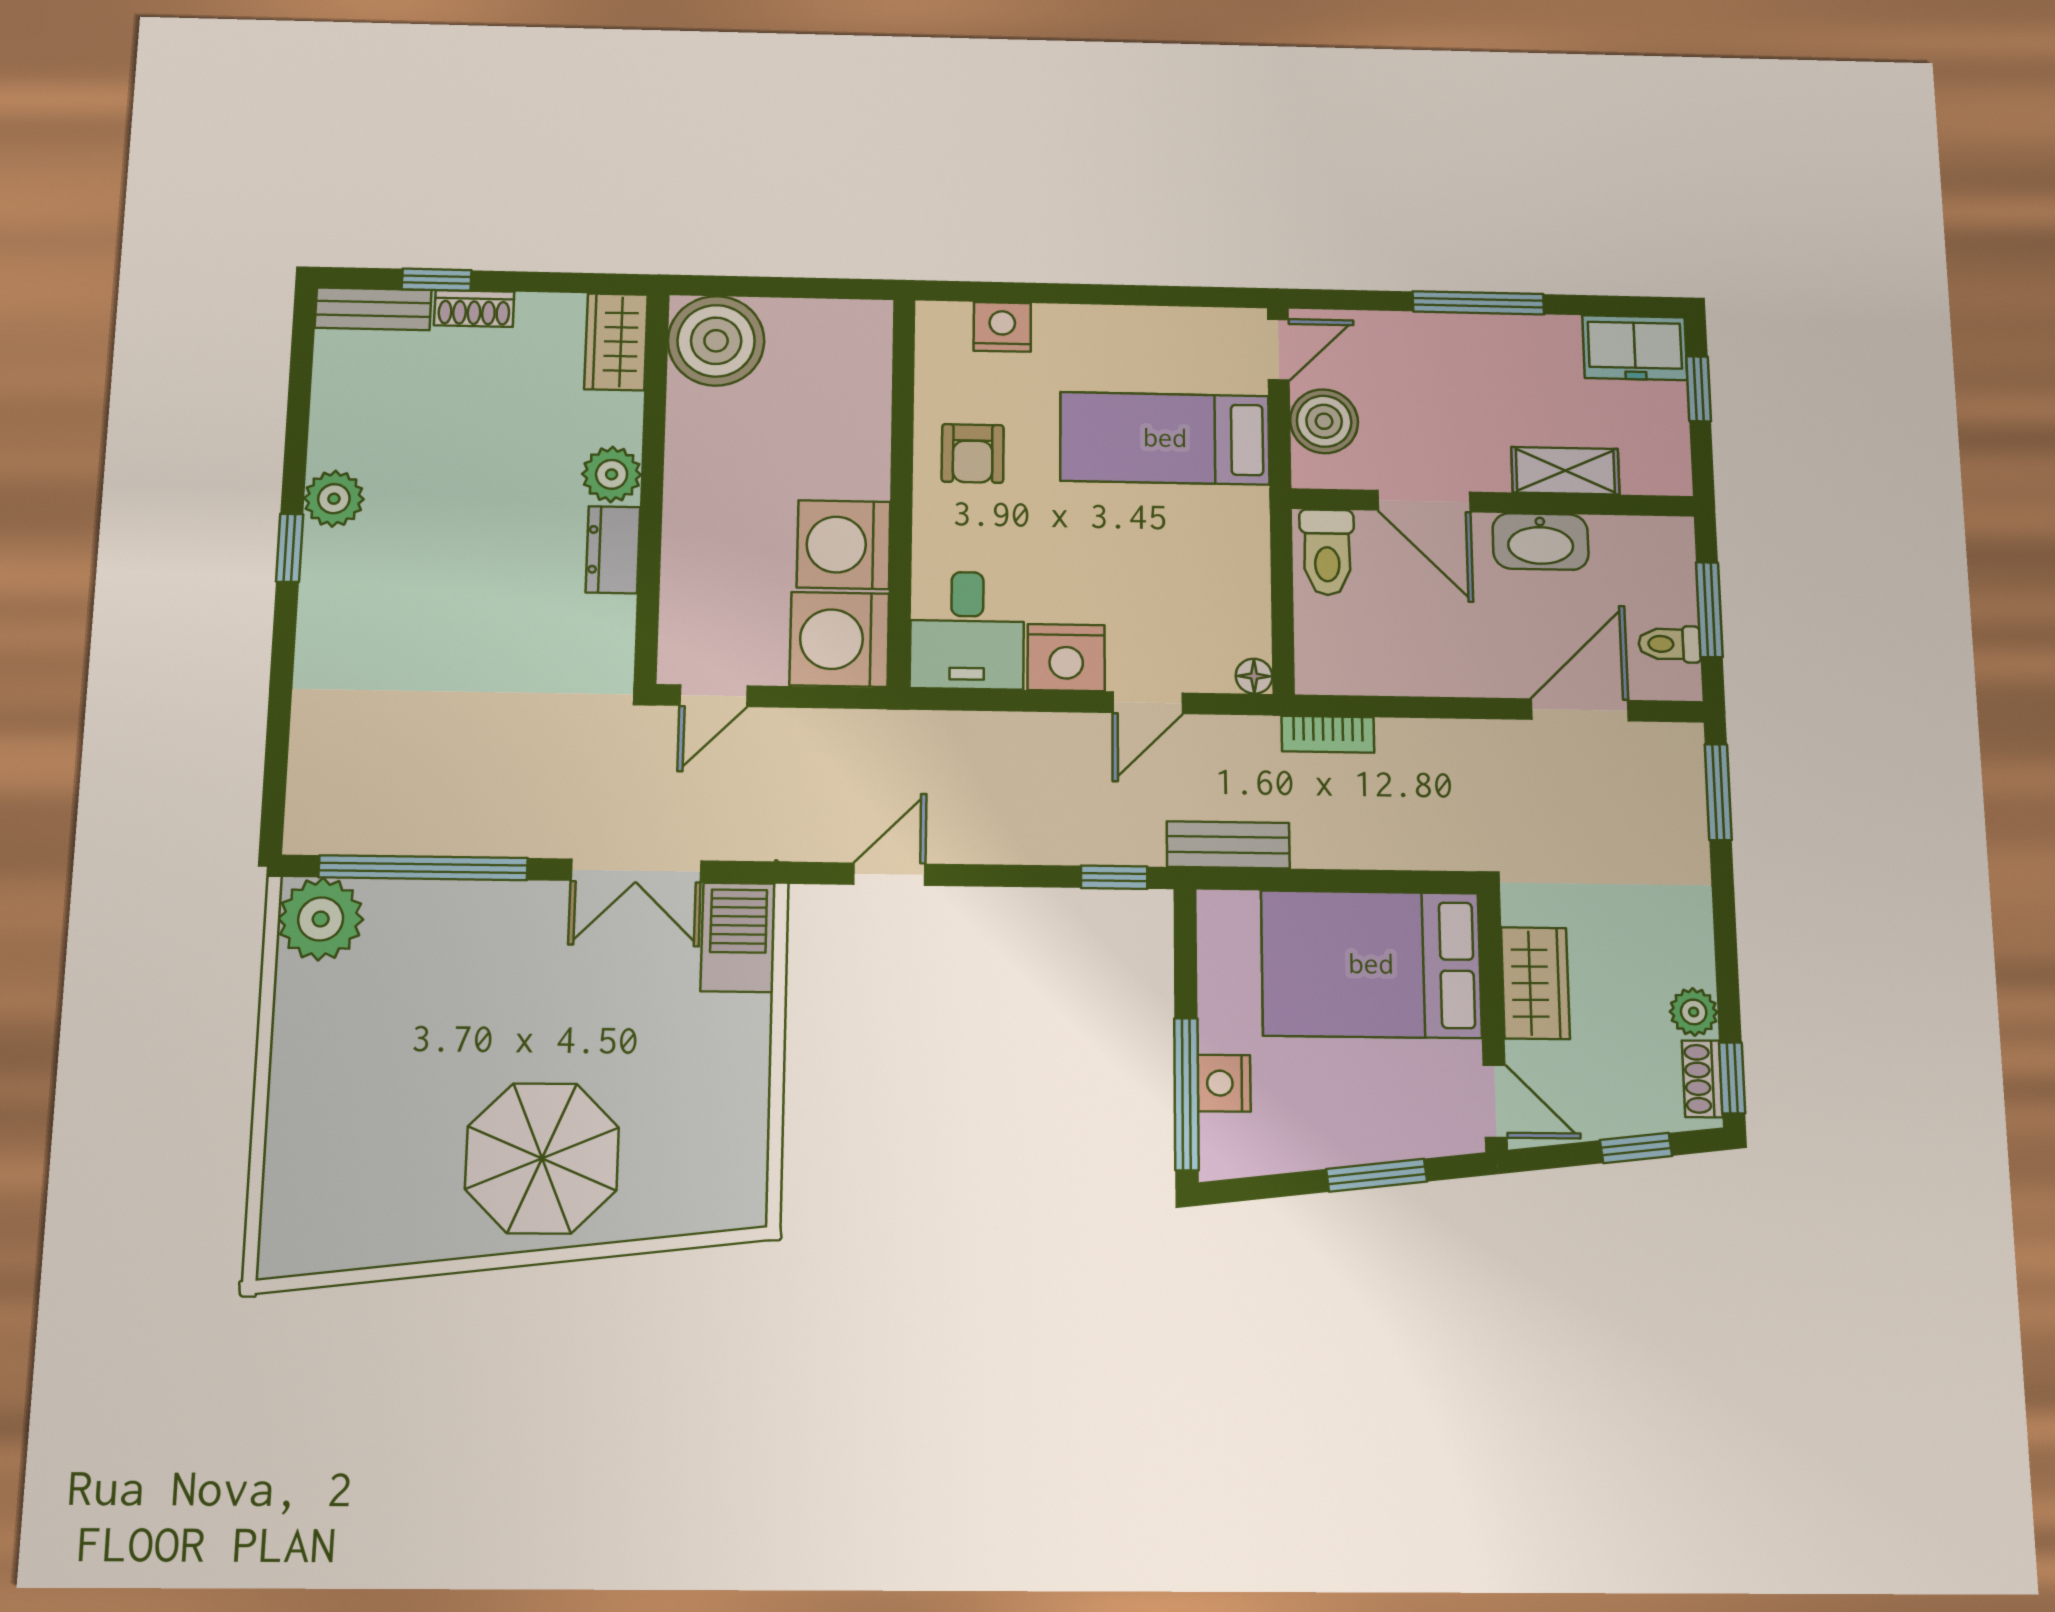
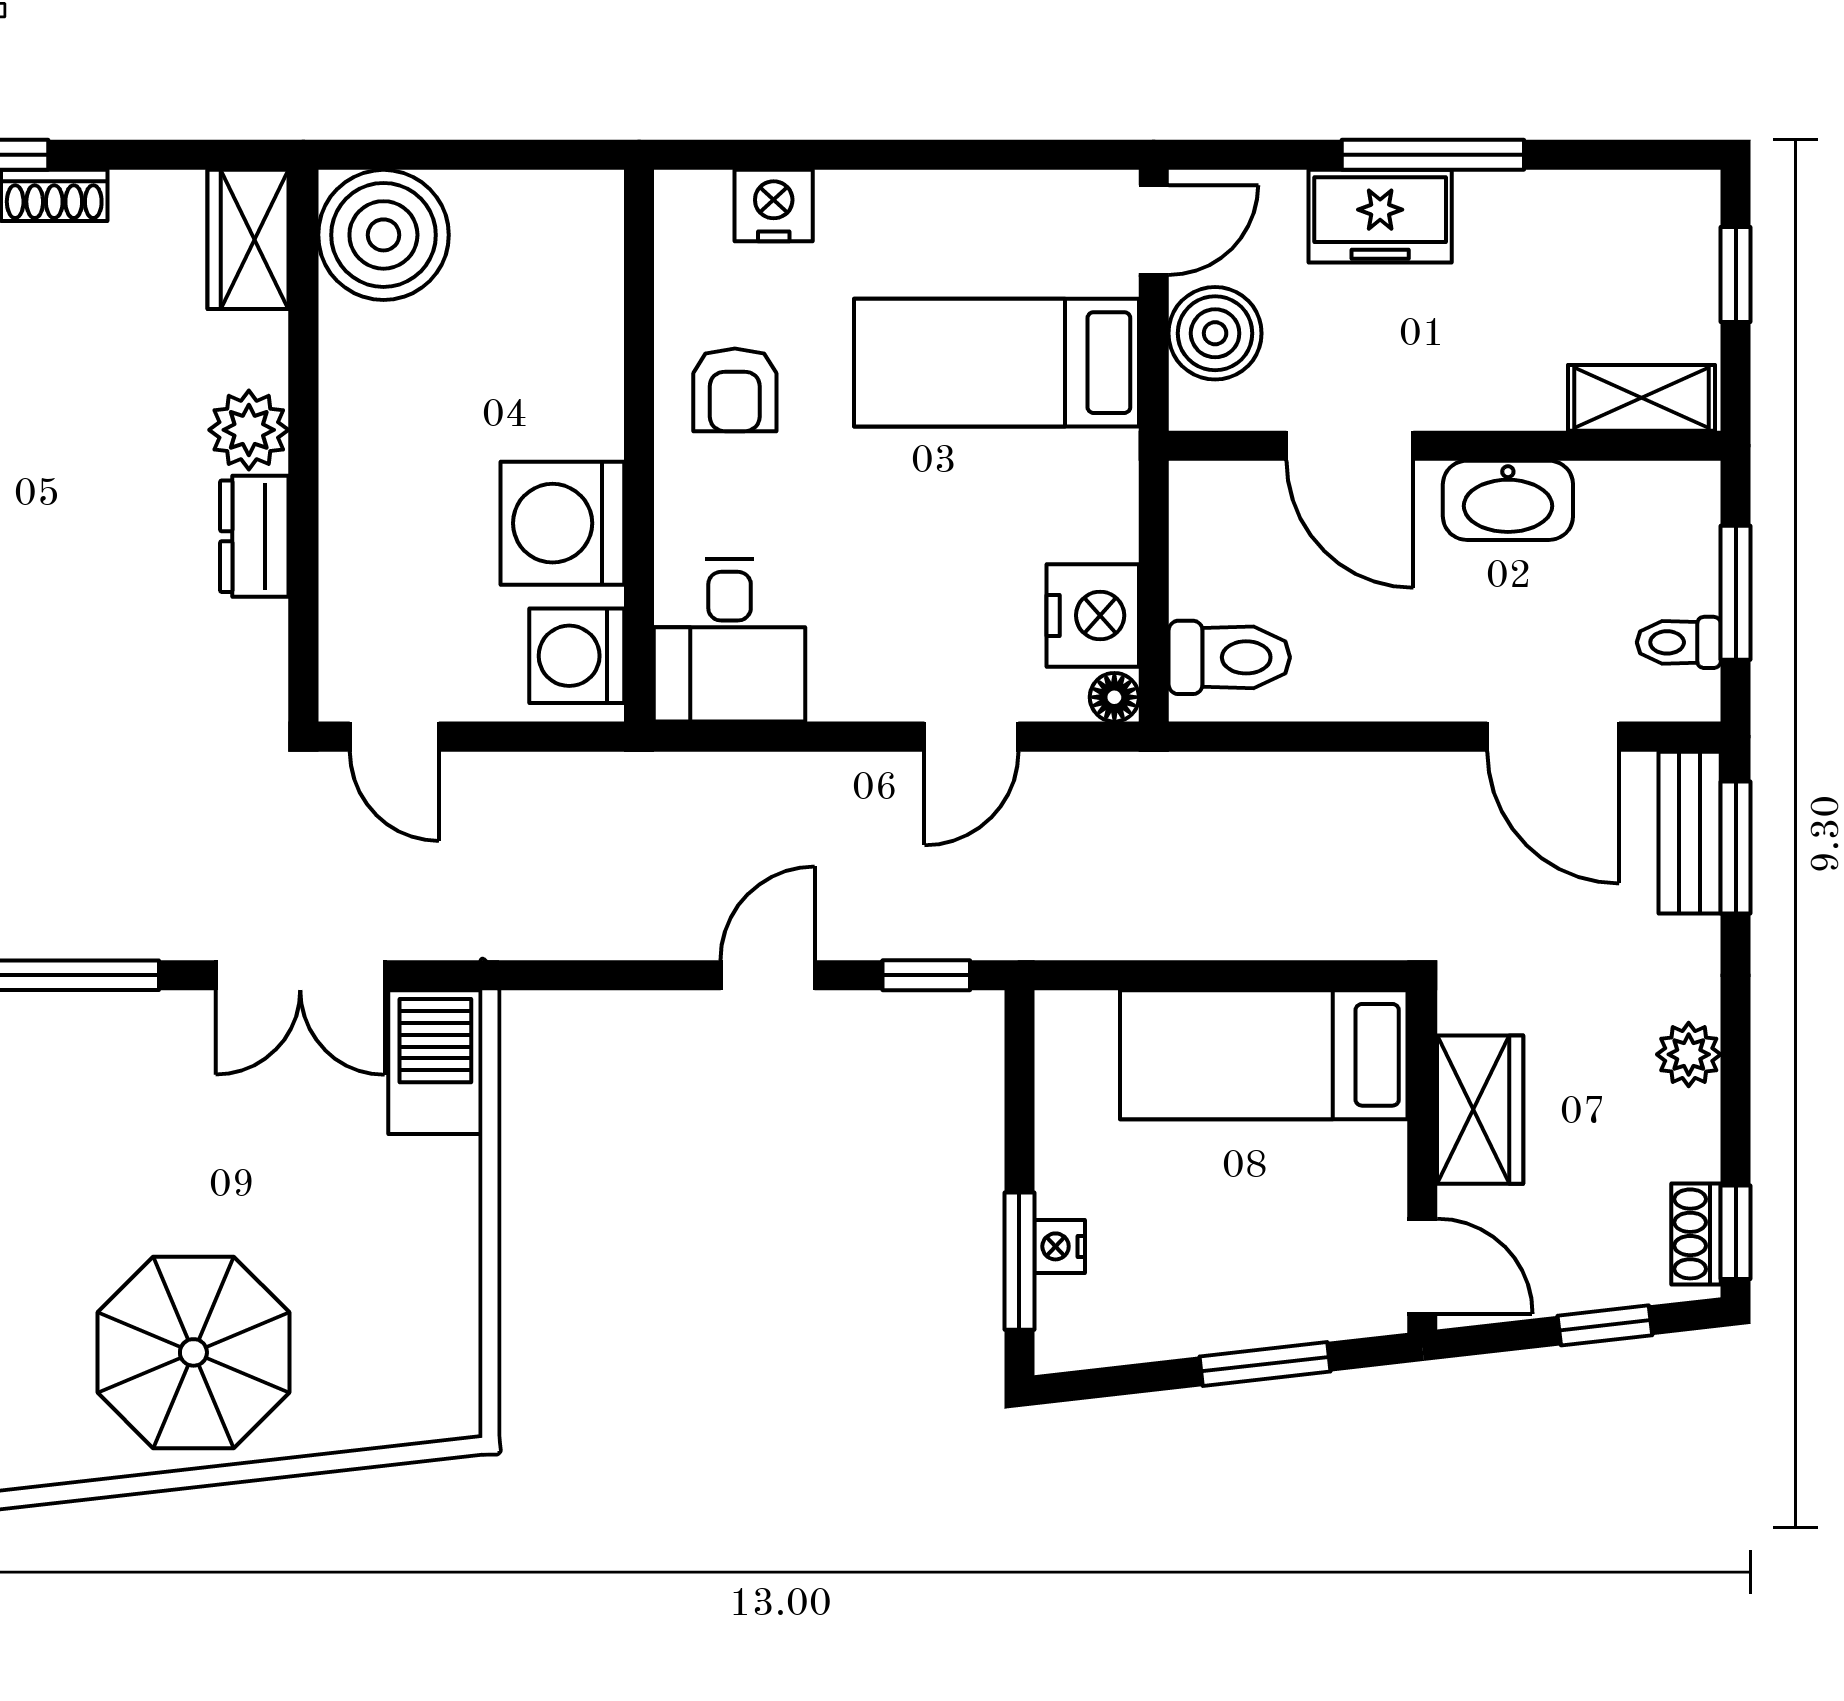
freezer: (1635, 348) -> (1380, 216), moved
shelving: (1565, 471) -> (1641, 398), moved
toilet: (1327, 552) -> (1229, 657), moved, turned -90
washing machine: (839, 639) -> (577, 656), width x0.73, depth x0.73
nightstand: (1066, 657) -> (1093, 615), moved, turned -90
door: (714, 696) -> (394, 737), hinge flipped
door: (1580, 710) -> (1553, 737), swing flipped
bookcase: (1328, 734) -> (1212, 776), removed
bench: (1228, 845) -> (1690, 833), moved, turned 90
door: (889, 874) -> (768, 975), moved
bed: (1371, 964) -> (1264, 1055), width x0.67
plant: (1694, 1012) -> (1689, 1054), moved
nightstand: (1224, 1083) -> (1060, 1246), width x0.72, depth x0.74
window: (1186, 1094) -> (1019, 1261), width x0.69

